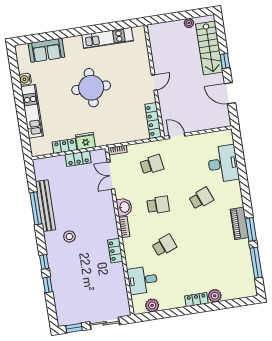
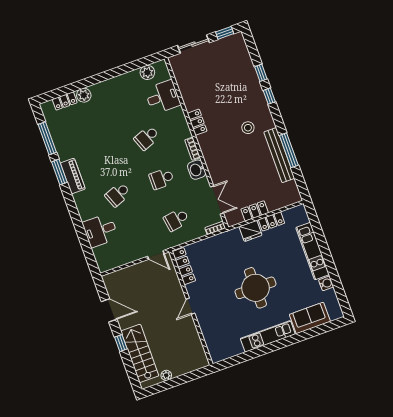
kitchen unit: (108, 38) -> (268, 336), moved
desk: (223, 164) -> (100, 230), width x0.73
locker: (196, 300) -> (65, 101), moved

